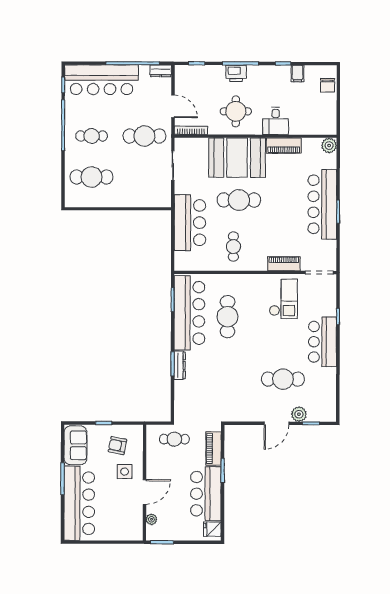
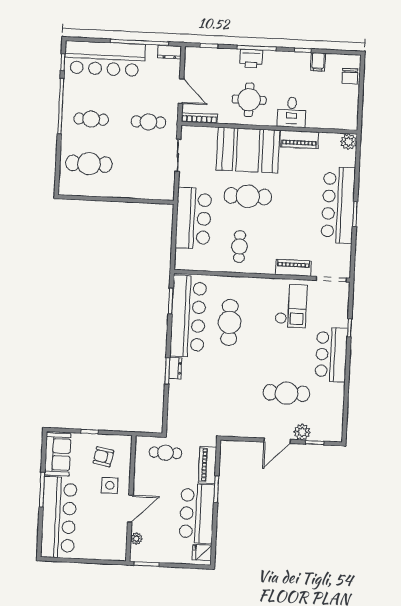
cafe table: (144, 136) -> (148, 122), width x0.73, depth x0.74
dresser: (180, 365) -> (175, 368), width x0.70

